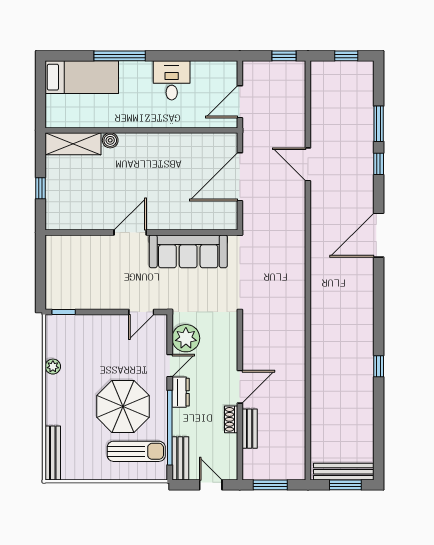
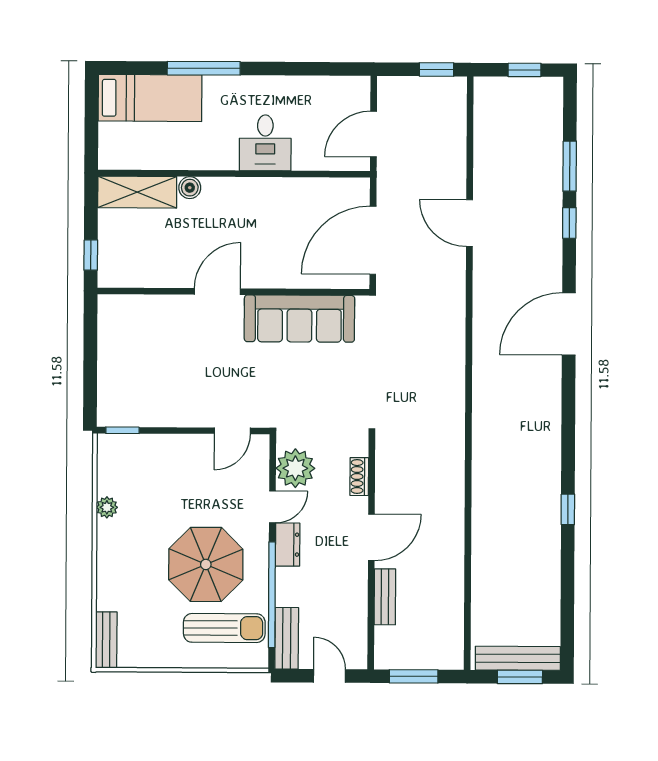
desk: (172, 80) -> (265, 143), moved, turned 180
door: (130, 233) -> (217, 291), moved
wall: (141, 233) -> (233, 292), moved
sofa: (188, 251) -> (299, 319), moved
shoe rack: (231, 419) -> (359, 477), moved
bench: (53, 453) -> (106, 640), width x0.73

